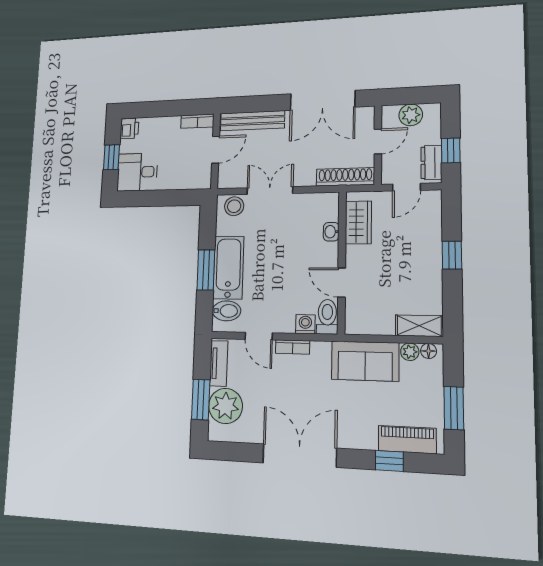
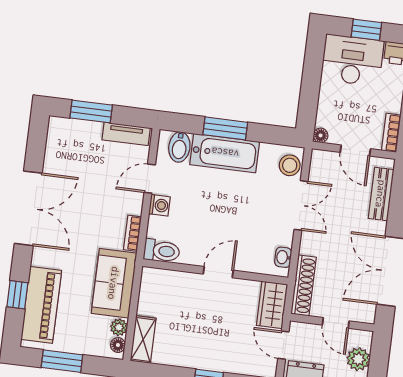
bench: (252, 121) -> (381, 194), width x0.73
desk: (137, 172) -> (352, 60), width x1.37
floor lamp: (205, 183) -> (321, 135), added
wardrobe: (358, 222) -> (272, 305), moved, turned 90
washbasin: (331, 232) -> (283, 257), moved, turned -90
door: (342, 283) -> (218, 272), moved
washing machine: (305, 324) -> (160, 205), moved
bookcase: (293, 347) -> (132, 233), moved
plant: (226, 406) -> (82, 137), removed
piano: (407, 440) -> (41, 305), width x1.37, depth x1.33

